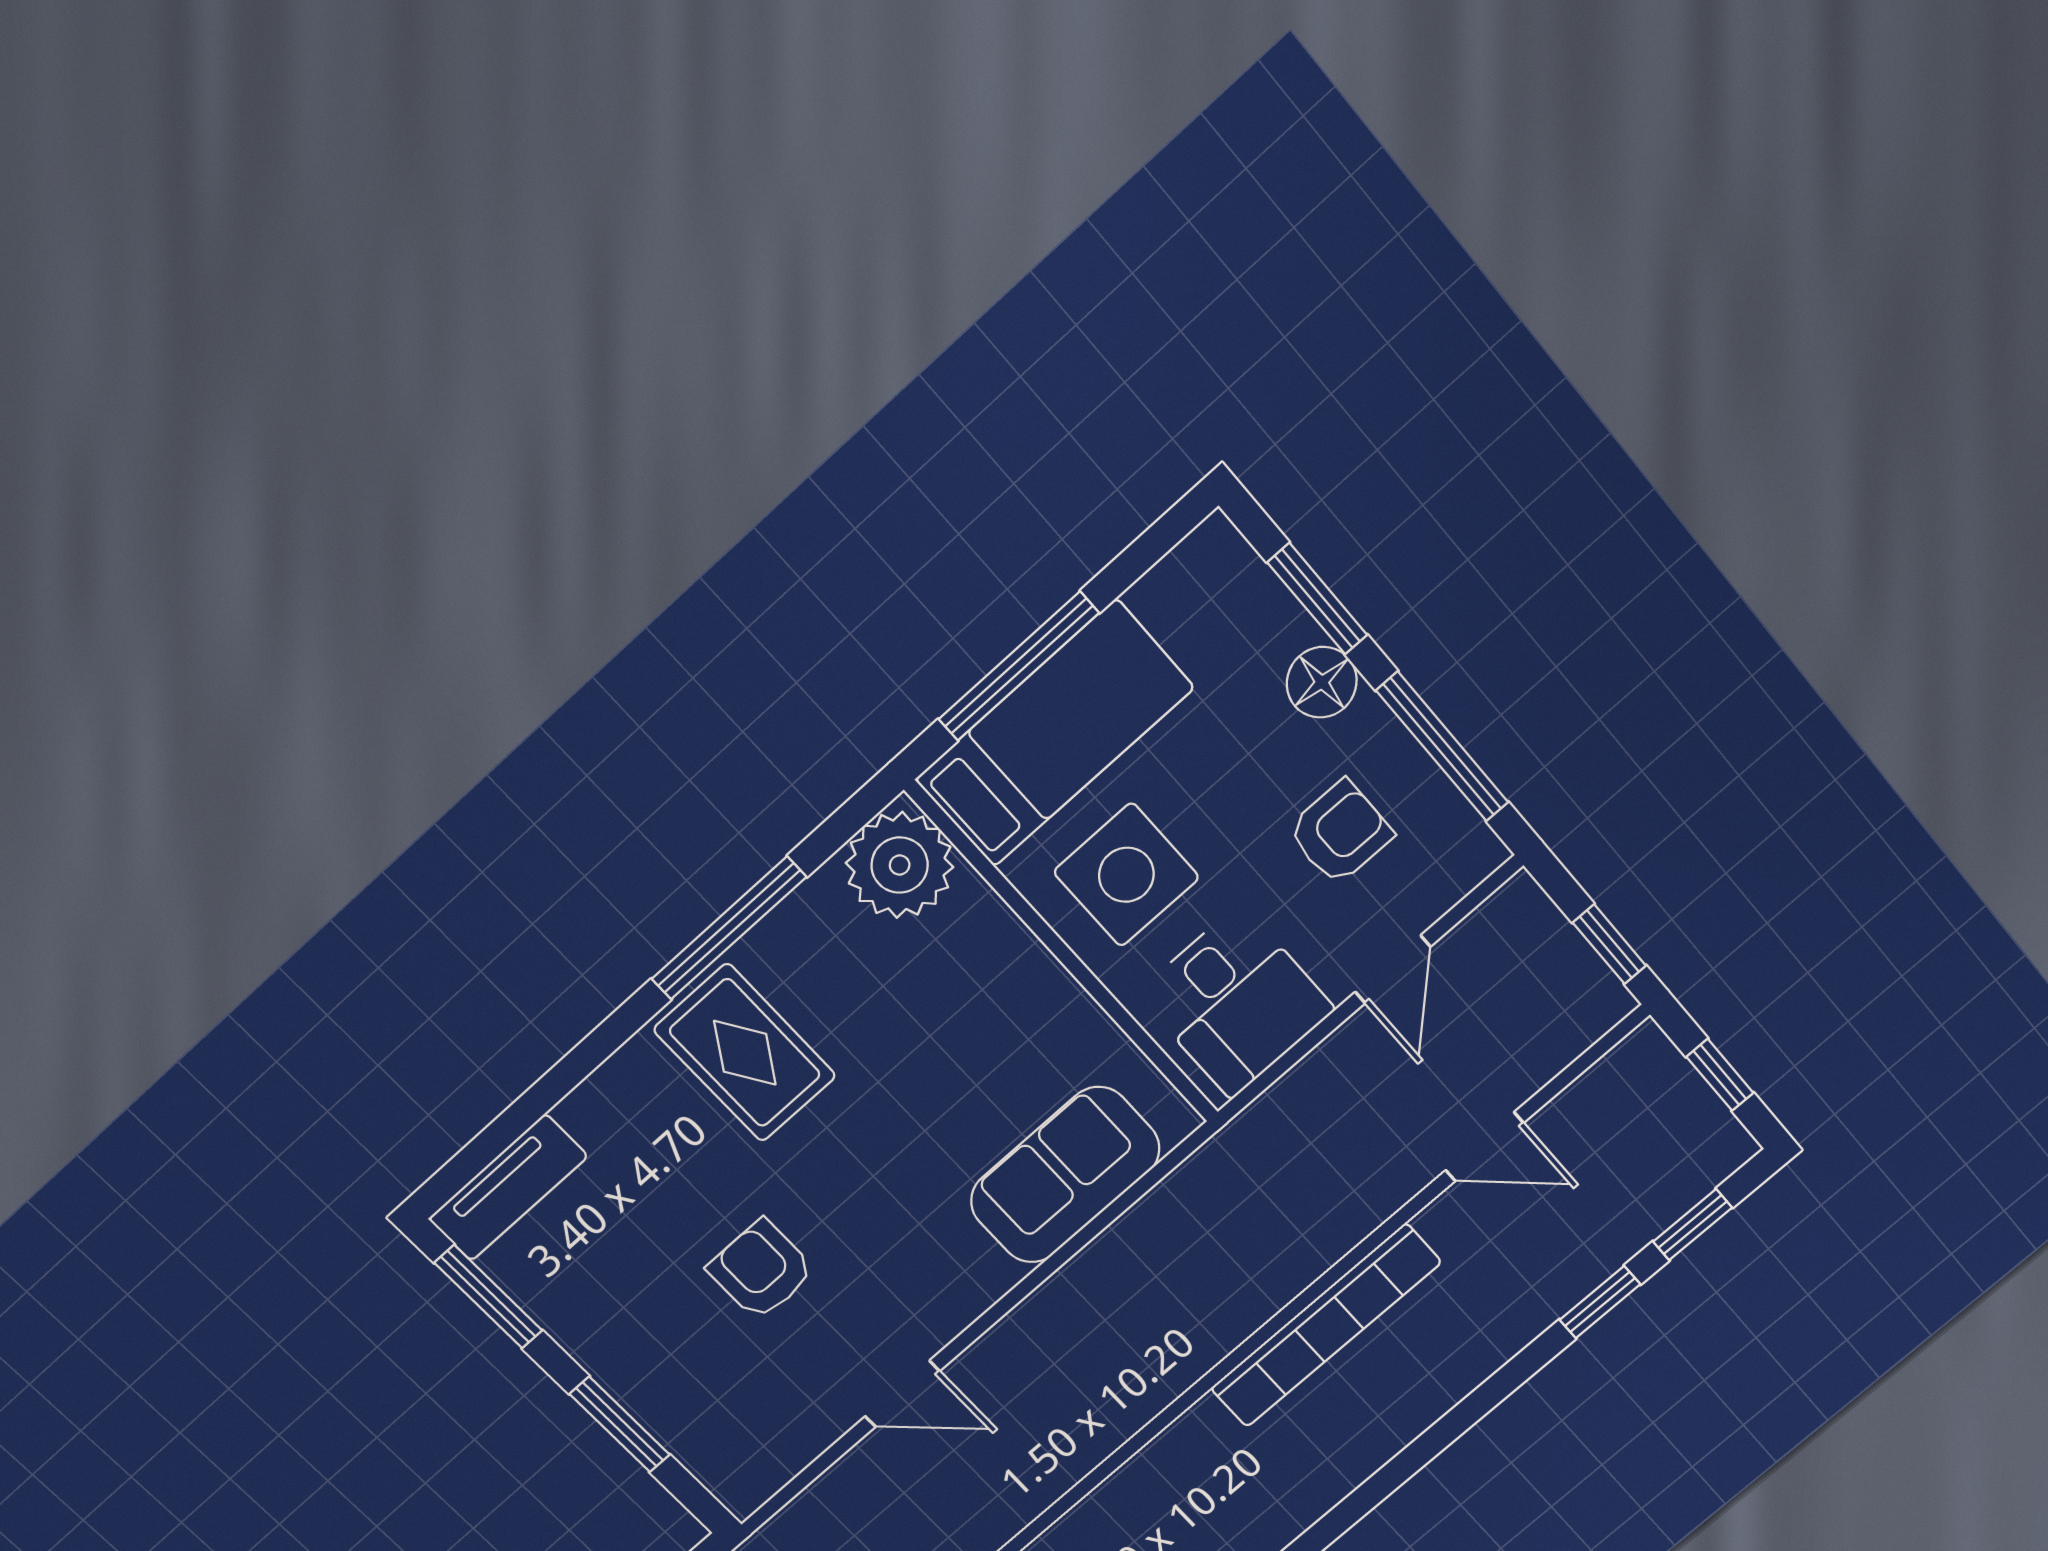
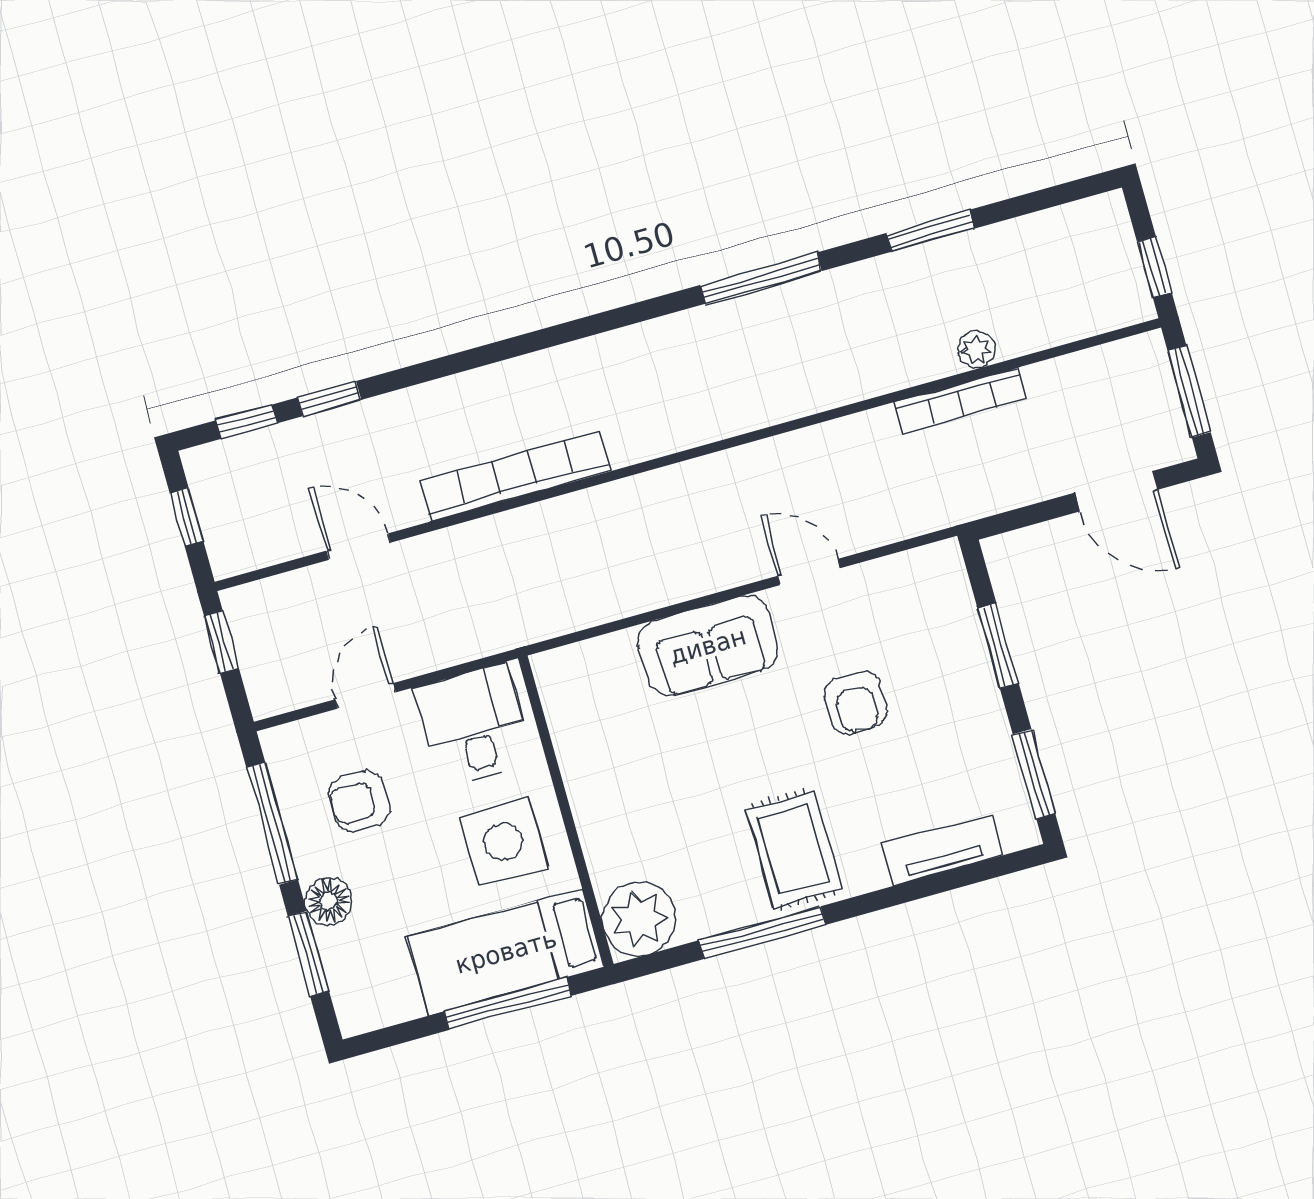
sofa: (1065, 1175) -> (708, 646), moved
tv unit: (508, 1187) -> (942, 850), moved

